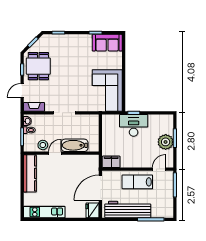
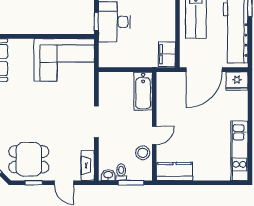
bathtub: (75, 145) -> (143, 91), moved
door: (55, 153) -> (154, 135), swing flipped
kitchen counter: (30, 173) -> (175, 171), width x0.67
door: (100, 188) -> (204, 70), hinge flipped

